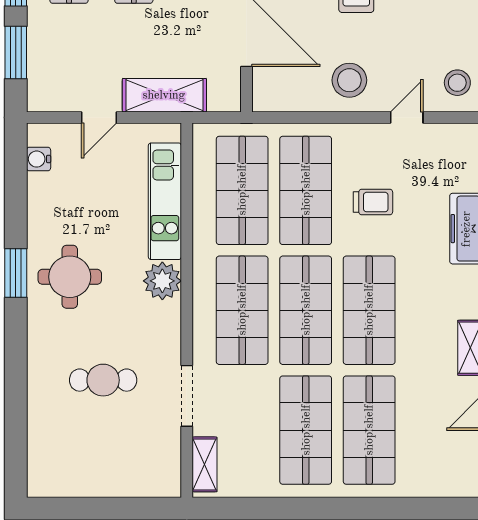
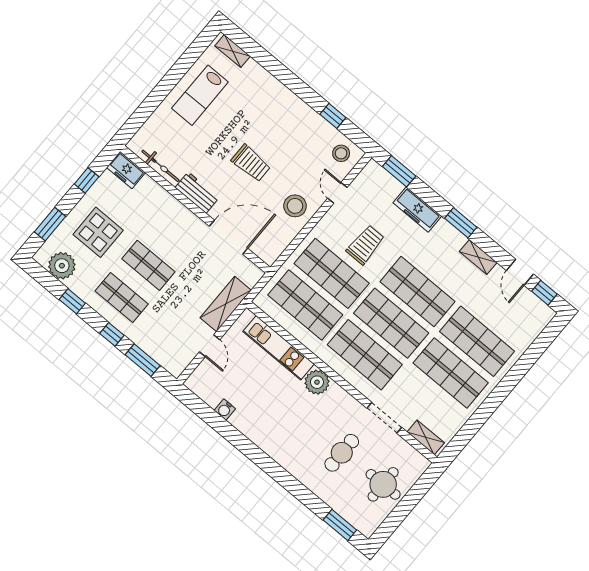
water cooler: (39, 159) -> (225, 410), moved
trolley: (373, 202) -> (365, 245), width x1.36, depth x1.39
window: (16, 273) -> (340, 525), moved
round table: (70, 277) -> (383, 484), moved

